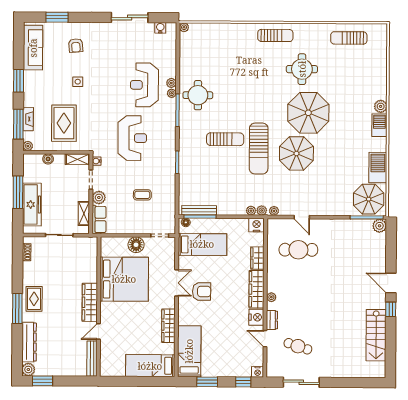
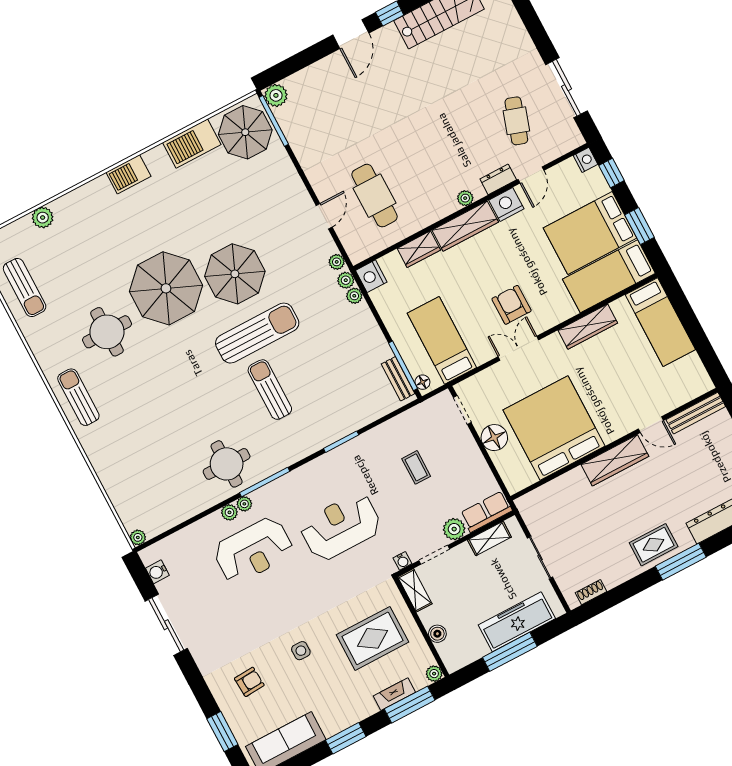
plant: (381, 106) -> (43, 218), moved
bench: (199, 210) -> (398, 379), width x0.73
bed: (217, 354) -> (590, 233), added

